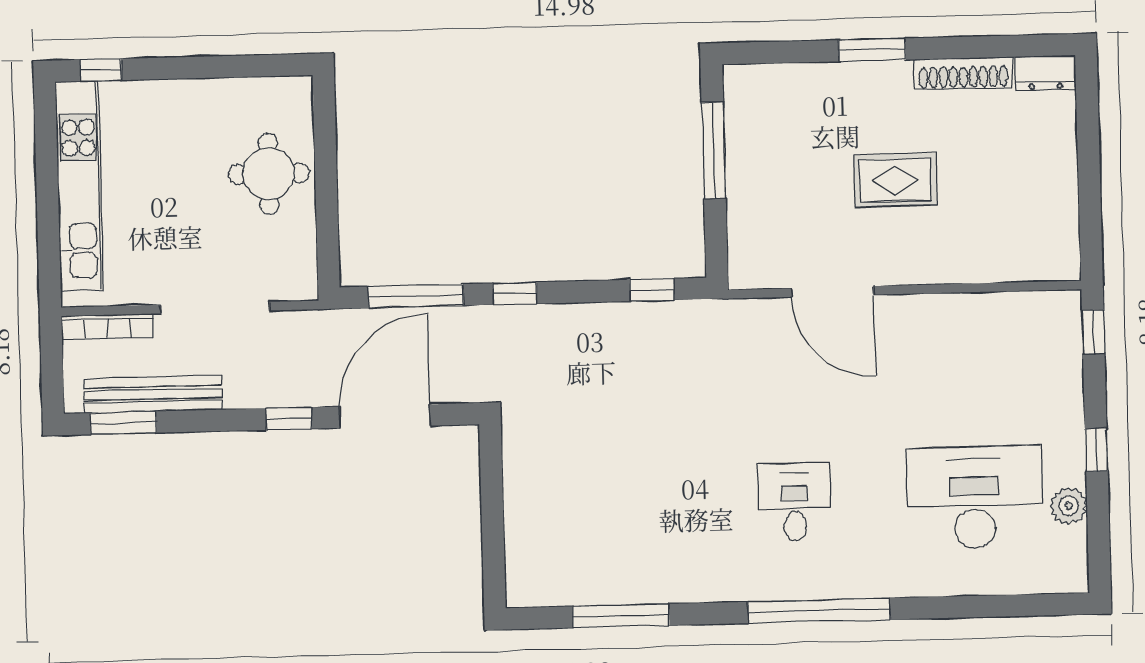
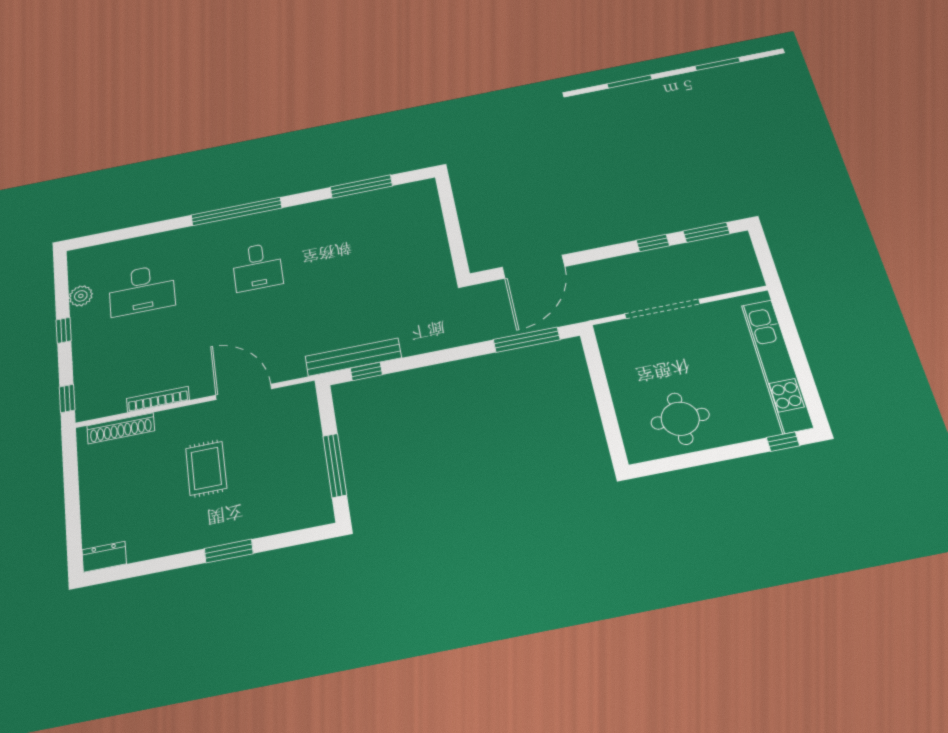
shoe rack: (963, 73) -> (121, 428), moved, turned 180
round table: (269, 174) -> (680, 419), moved
rug: (895, 180) -> (206, 468), turned 90
window: (515, 293) -> (459, 353), removed
bookcase: (107, 326) -> (158, 399), moved
bench: (153, 394) -> (353, 357), moved
window: (289, 419) -> (653, 243), moved
desk: (974, 497) -> (142, 290), width x0.73, depth x0.77

